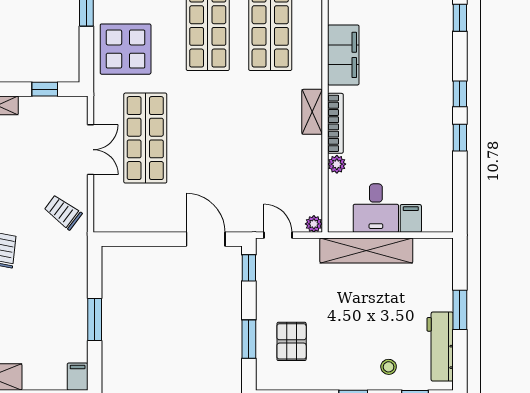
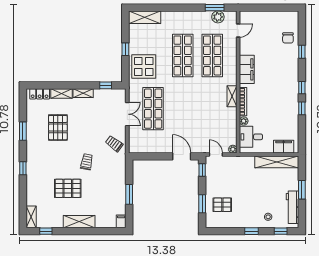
desk: (376, 208) -> (251, 137), moved, turned 90
filing cabinet: (411, 218) -> (284, 147), width x2.00
shelving: (366, 250) -> (277, 162), moved
pallet: (292, 341) -> (222, 205), turned 90

